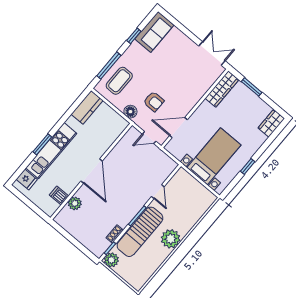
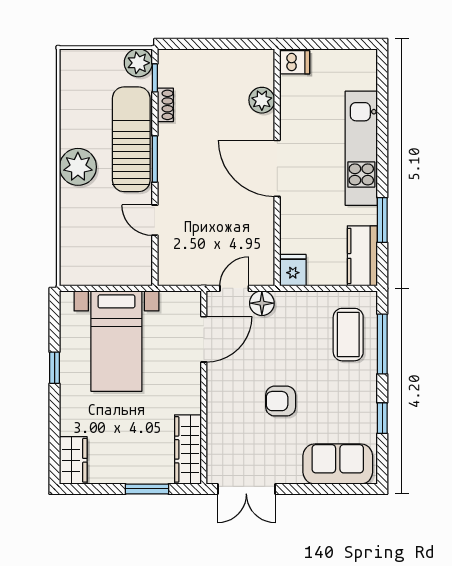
sofa: (154, 32) -> (338, 464), moved, turned 90
armchair: (154, 102) -> (281, 401), moved
floor lamp: (130, 112) -> (262, 303), moved
window: (42, 144) -> (382, 220), moved
fridge: (27, 179) -> (293, 270), moved, turned 90
dishwasher: (59, 196) -> (295, 62), moved

